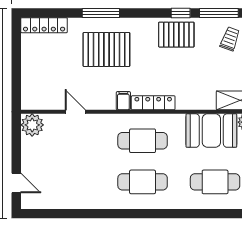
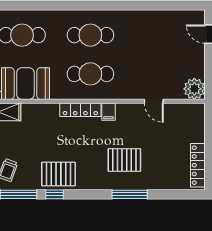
locker: (44, 25) -> (198, 165), moved, turned -90
pallet: (106, 49) -> (124, 160), width x0.73, depth x0.71

